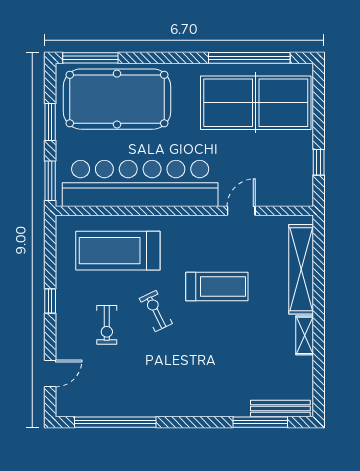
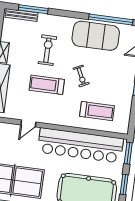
treadmill: (118, 251) -> (97, 111), width x0.73, depth x0.73
exercise bike: (107, 325) -> (47, 50), moved, width x1.38, depth x1.39
exercise mat: (139, 389) -> (96, 36), added

